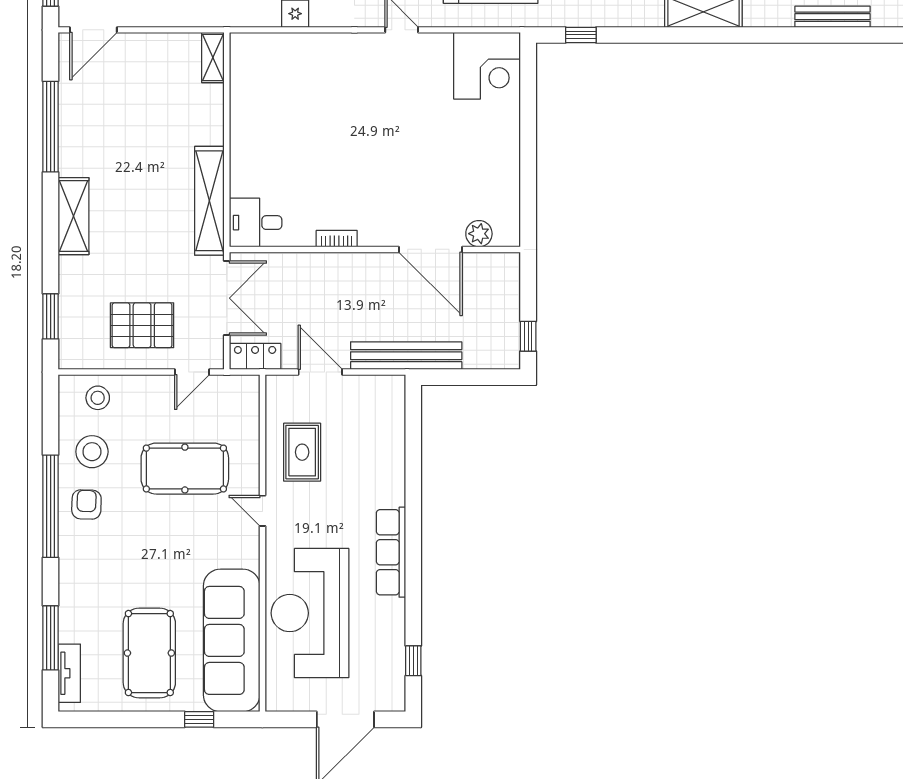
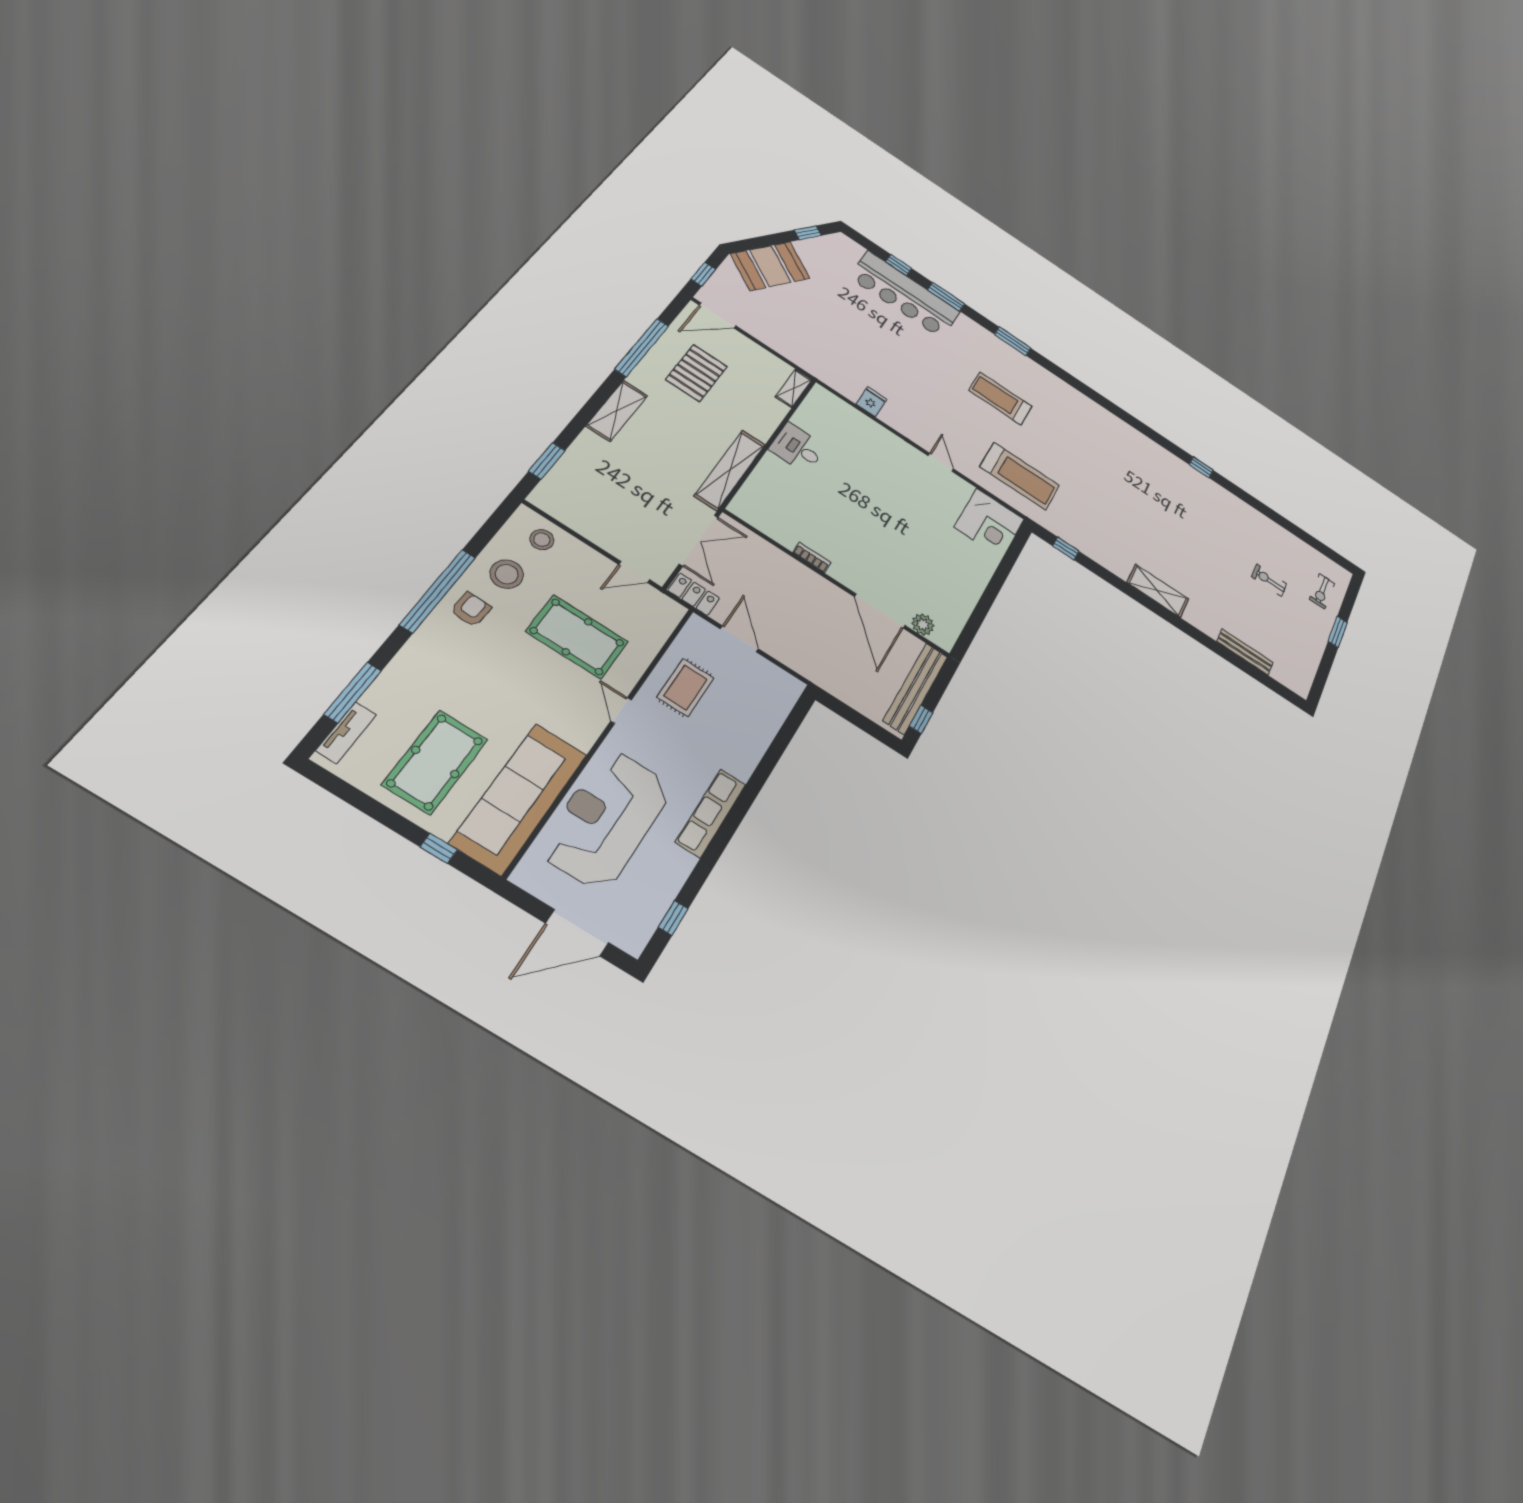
desk: (256, 223) -> (797, 448), moved
pallet: (142, 325) -> (697, 373), moved, turned 90
bench: (406, 356) -> (916, 688), moved, turned 90

